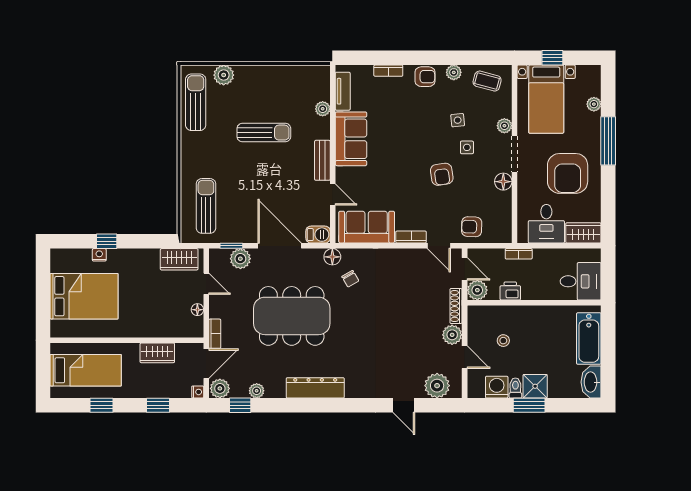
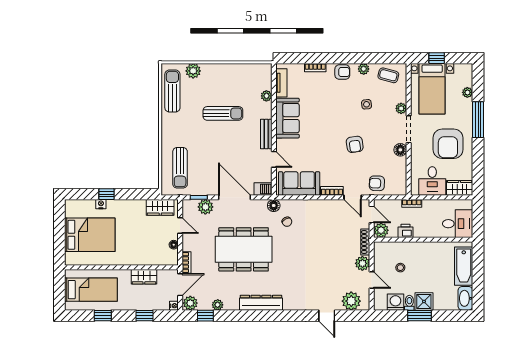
side table: (467, 147) -> (373, 124), removed
sun lounger: (206, 206) -> (180, 168), turned 180

